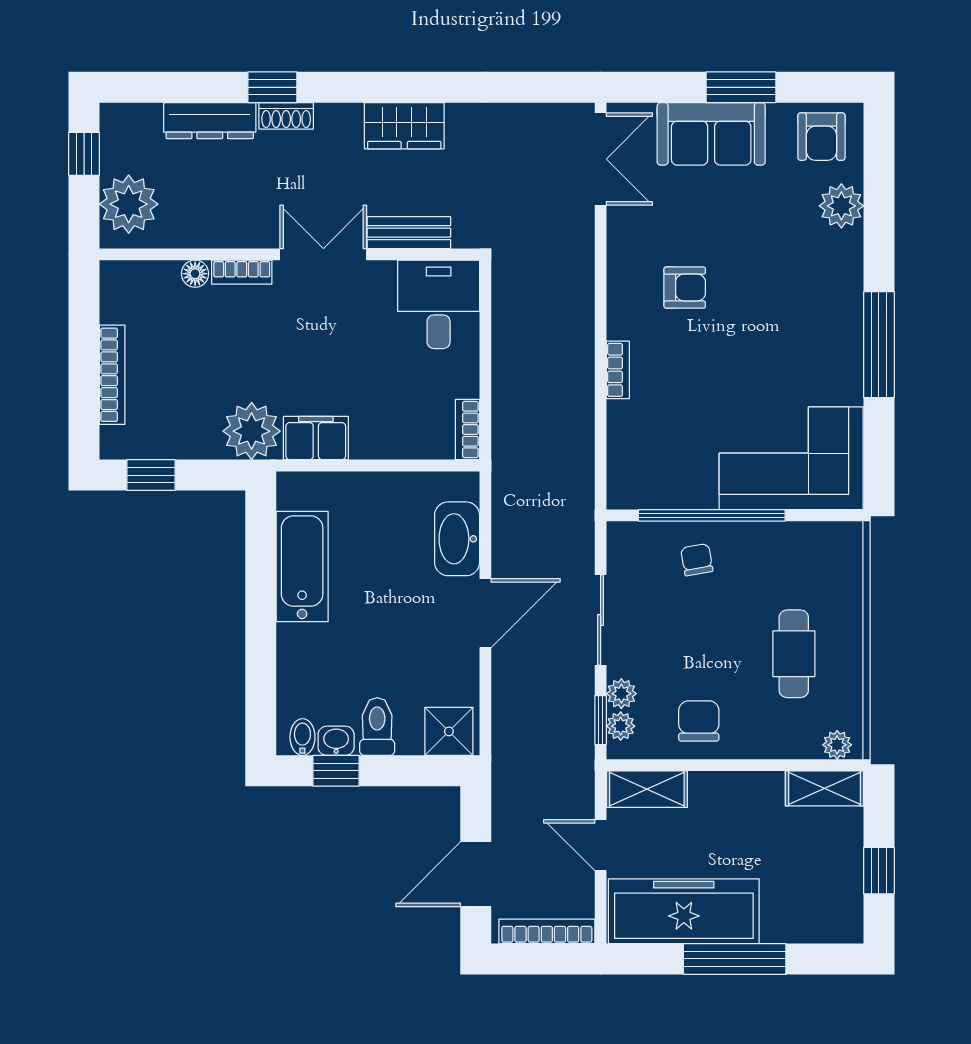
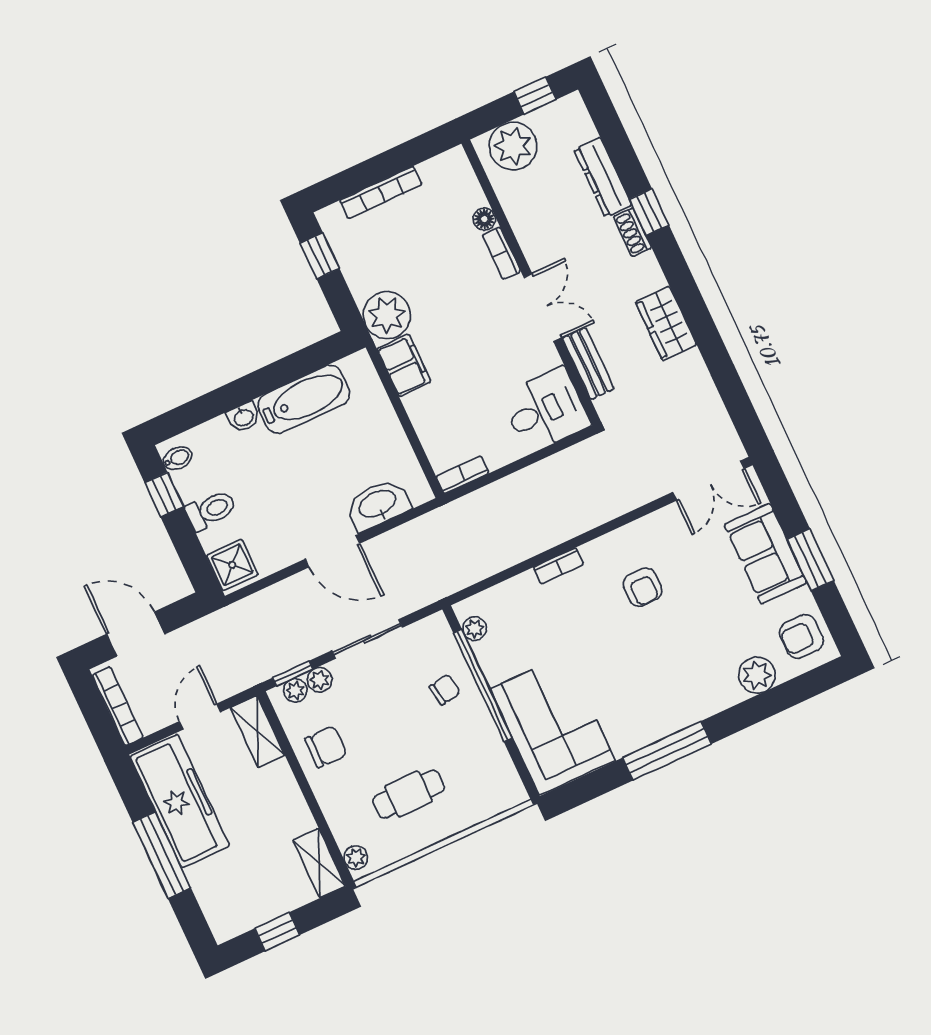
plant: (644, 495) -> (475, 629), added
washbasin: (336, 741) -> (243, 417), moved, turned 90

